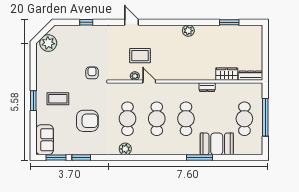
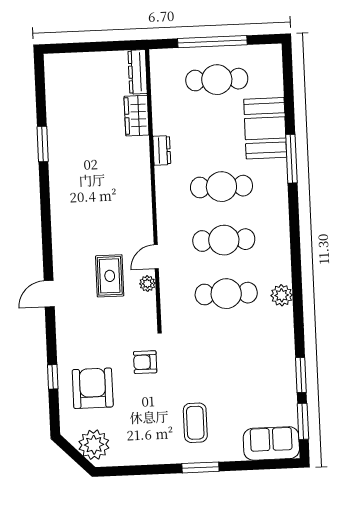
window: (229, 22) -> (43, 144), moved
plant: (188, 31) -> (60, 189), removed
armchair: (87, 121) -> (93, 388), moved

